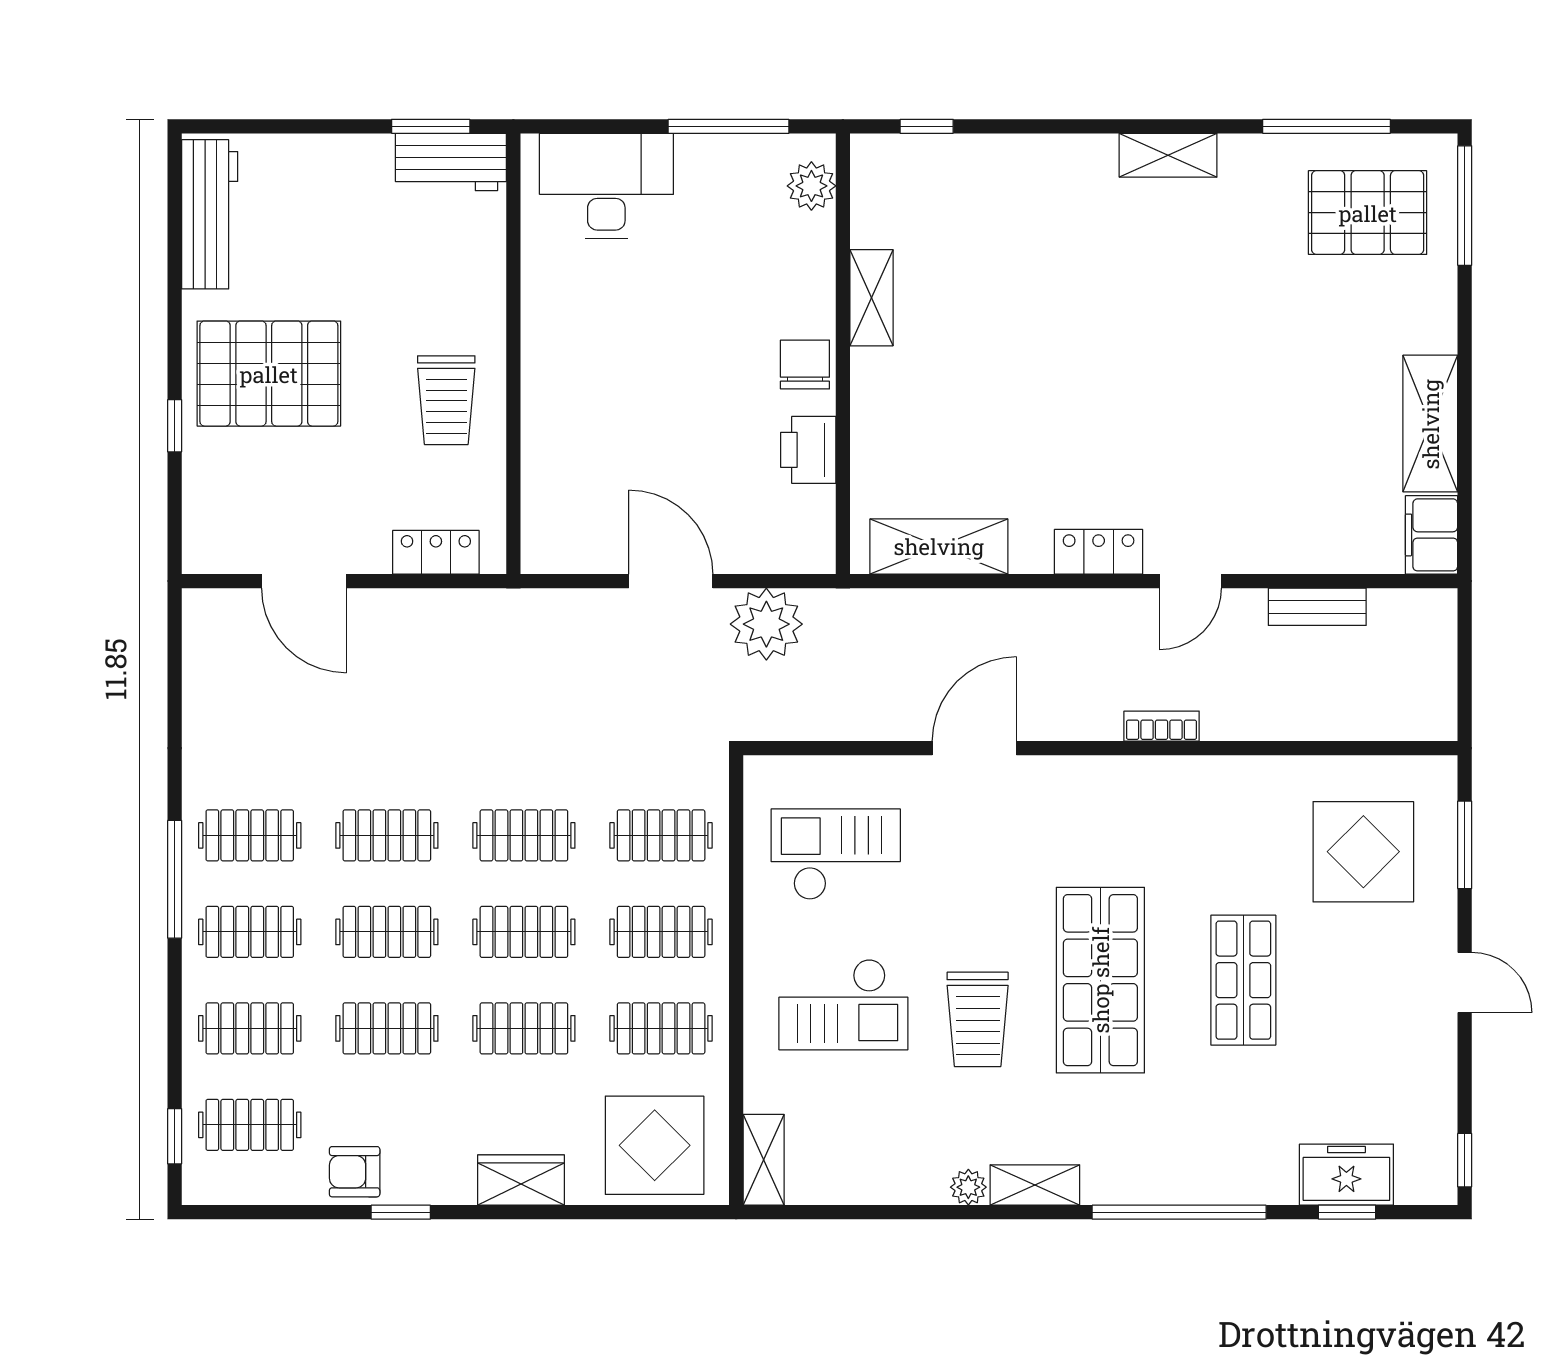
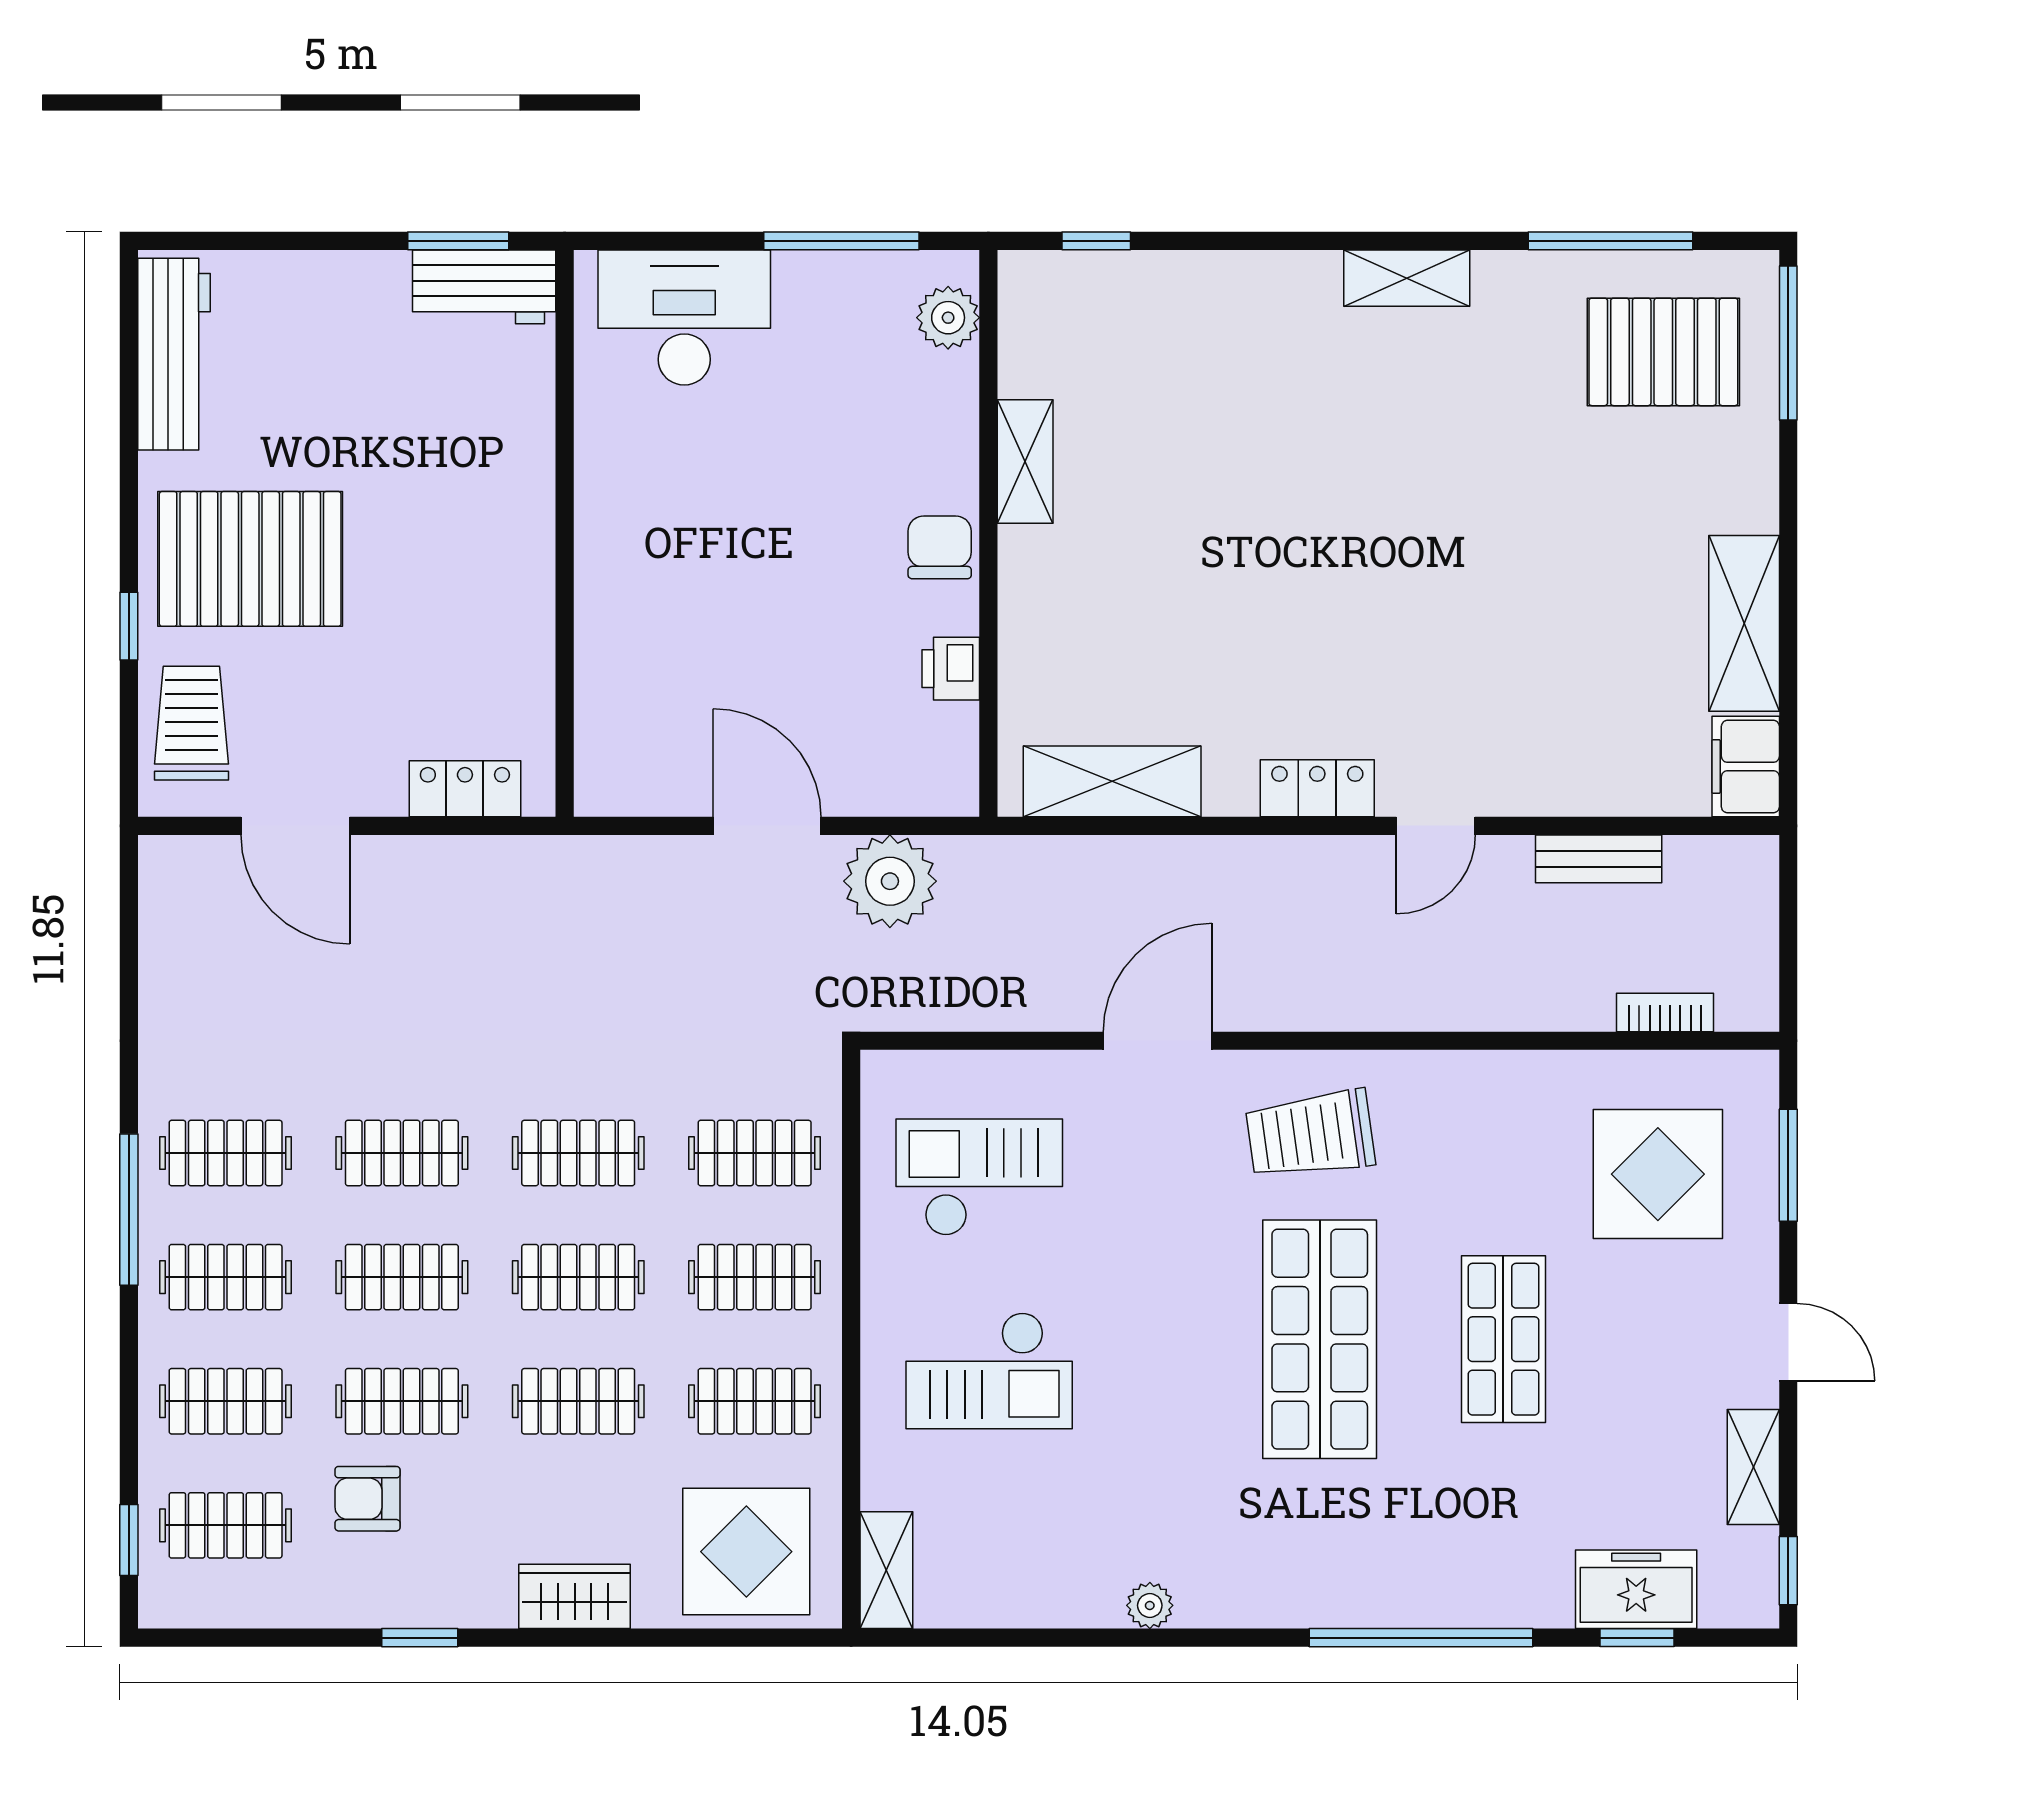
trolley: (446, 400) -> (191, 723), moved, turned 180
printer: (808, 450) -> (951, 669), width x0.73, depth x0.81
bookcase: (1162, 726) -> (1665, 1012), moved
trolley: (978, 1019) -> (1310, 1135), moved, turned 82
armchair: (355, 1172) -> (368, 1499), moved
shelving: (1035, 1185) -> (1753, 1467), moved, turned 90

